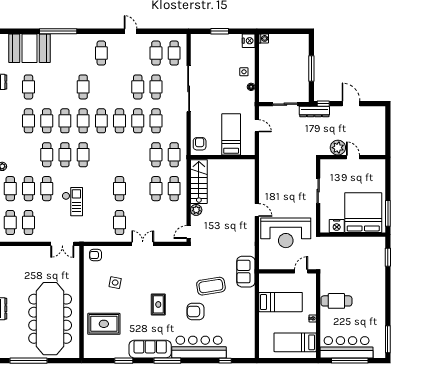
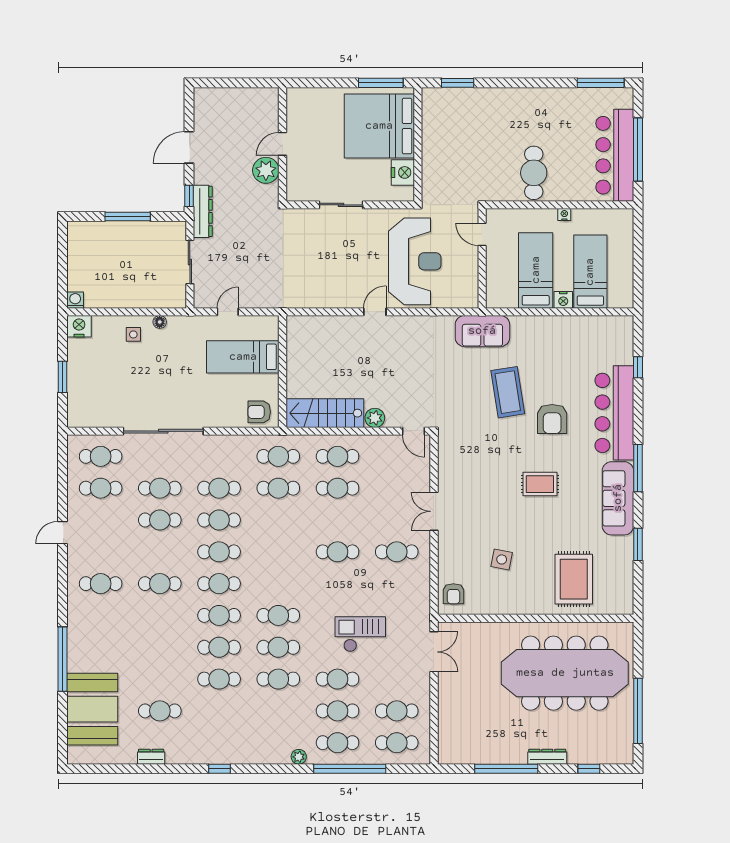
cafe table: (83, 87) -> (160, 584), moved
cafe table: (28, 121) -> (219, 711), removed
nightstand: (264, 318) -> (563, 300), added
bed: (295, 342) -> (590, 272), moved, turned 180

